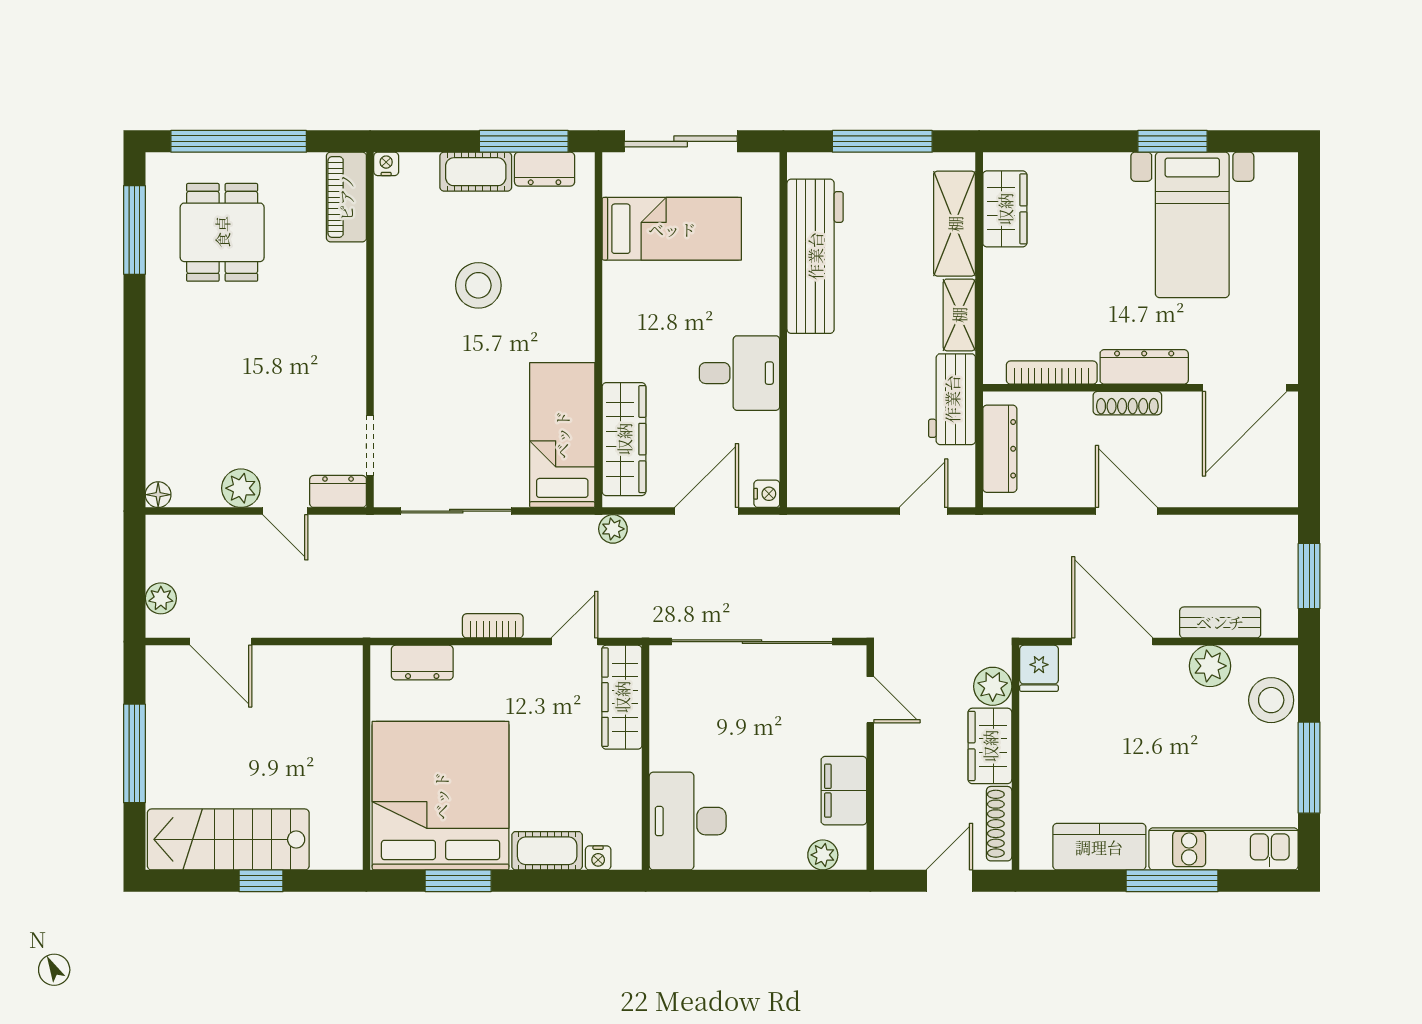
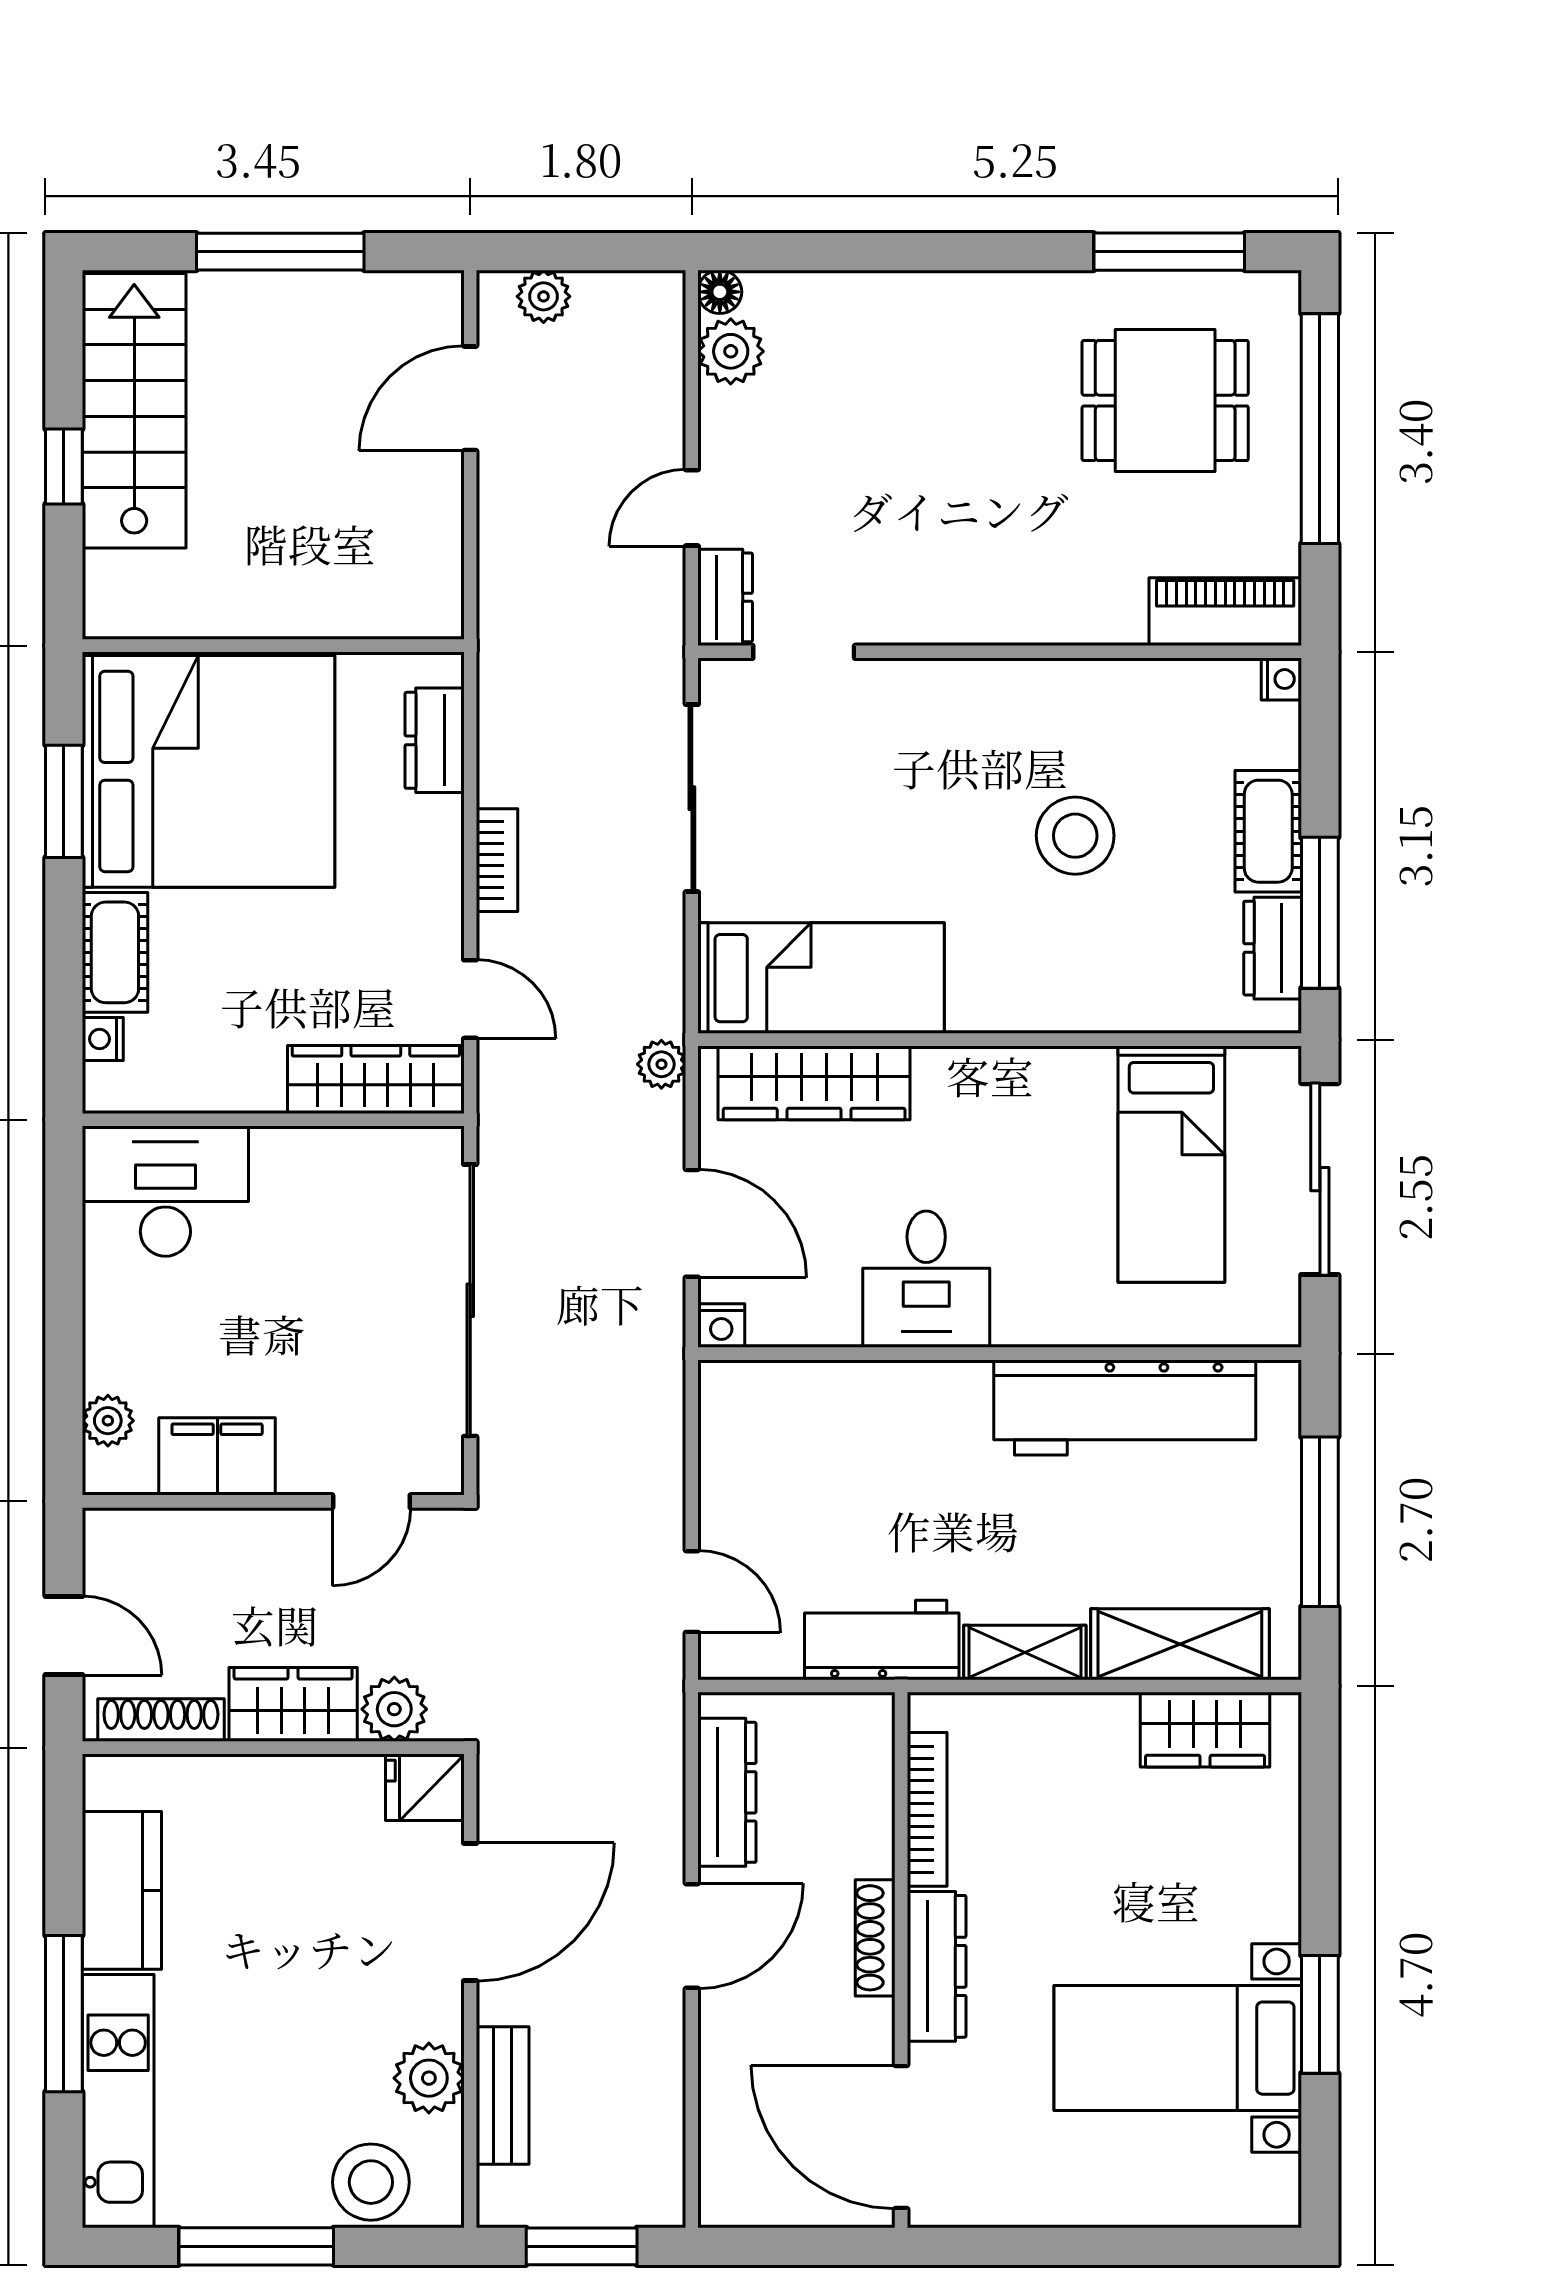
dresser: (1000, 449) -> (727, 1792), moved, turned -90
plant: (241, 488) -> (731, 351), moved

